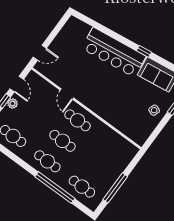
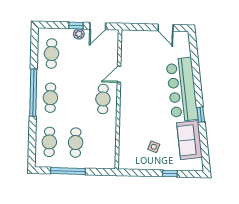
door: (40, 53) -> (166, 28), moved
side table: (154, 110) -> (154, 147), moved
cafe table: (62, 141) -> (76, 143), moved
window: (55, 188) -> (33, 93), moved

